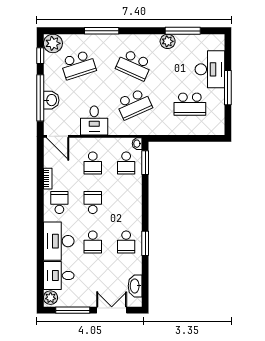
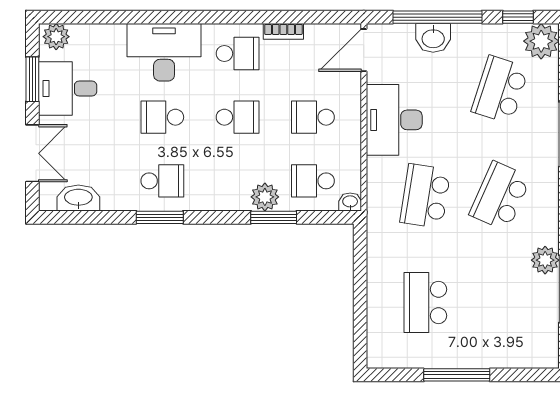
school desk: (78, 65) -> (500, 90), turned 36
desk: (210, 69) -> (492, 341), removed
school desk: (134, 104) -> (425, 196), turned 33
desk: (94, 120) -> (394, 120), width x1.37
window: (145, 163) -> (274, 217), moved
plant: (135, 188) -> (265, 197), added
school desk: (126, 242) -> (162, 181), turned 180
desk: (59, 276) -> (68, 89), moved, turned -90
window: (73, 310) -> (32, 79), width x0.69

